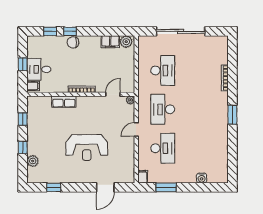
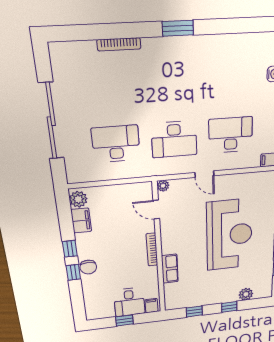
window: (50, 31) -> (70, 249), moved
reception desk: (87, 148) -> (229, 235), width x1.36, depth x1.30

